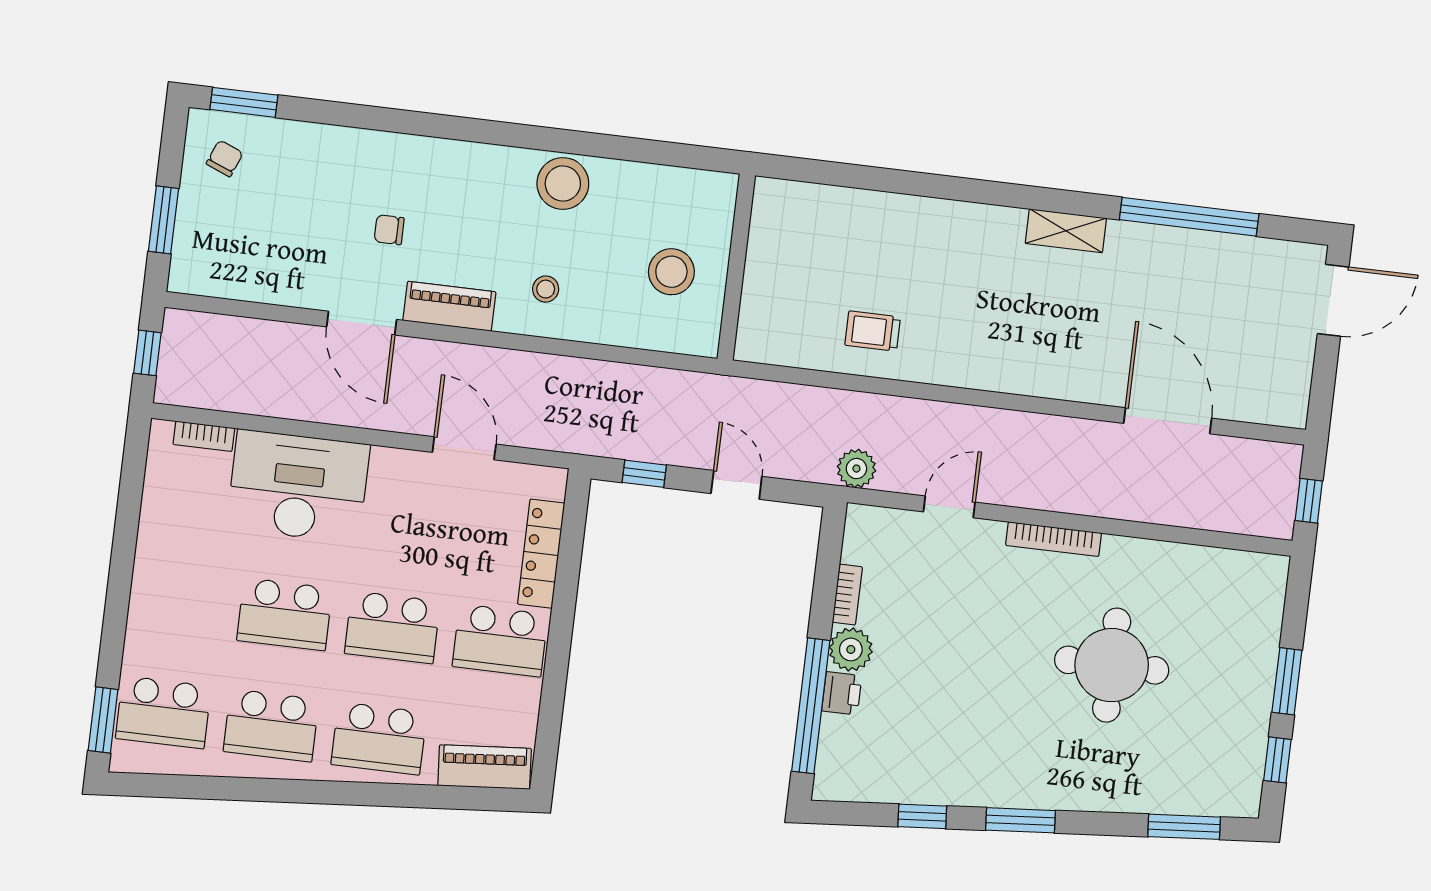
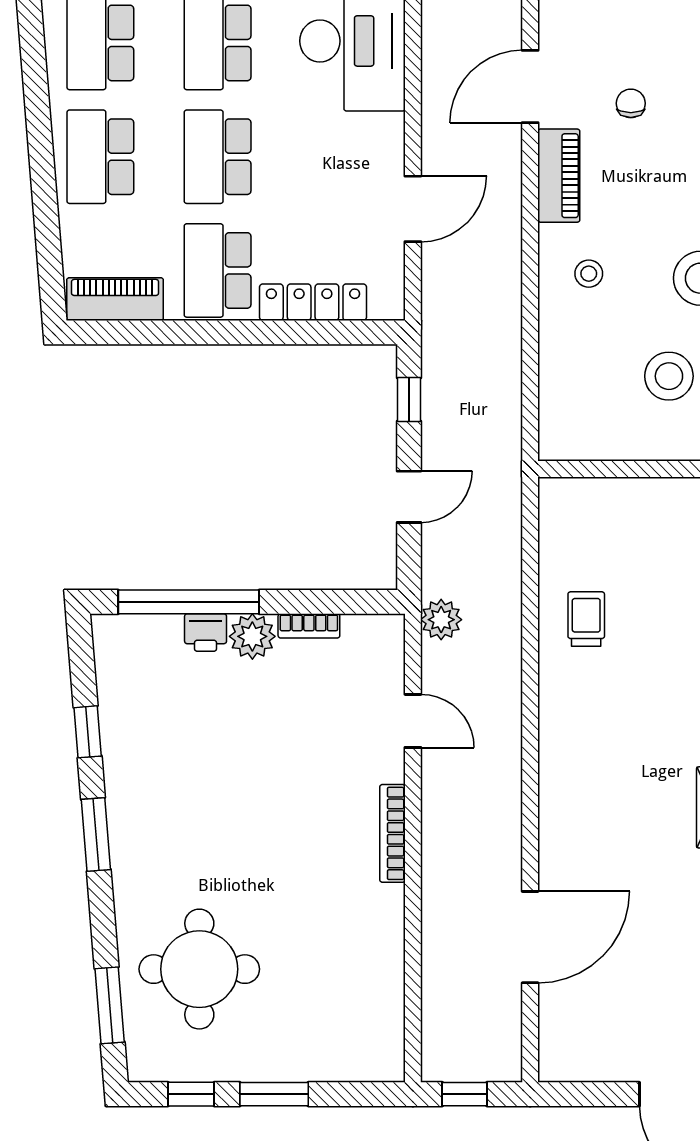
stool: (671, 272) -> (669, 376), moved
round table: (1112, 665) -> (199, 969), moved
piano: (485, 767) -> (115, 299), moved, turned -85

